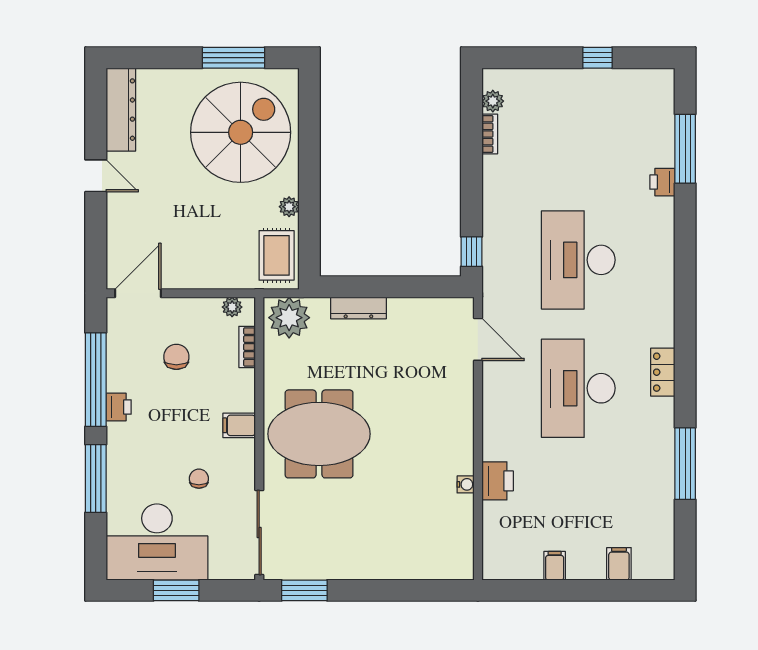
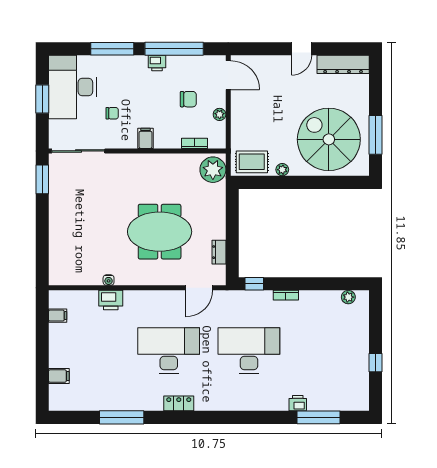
spiral stairs: (241, 132) -> (329, 139), turned 180
bookcase: (490, 134) -> (286, 295), moved
plant: (232, 307) -> (220, 114), moved
dresser: (358, 308) -> (219, 252), moved, width x0.70
meeting table: (319, 434) -> (160, 232), moved, turned 90
filing cabinet: (555, 566) -> (58, 316), moved

